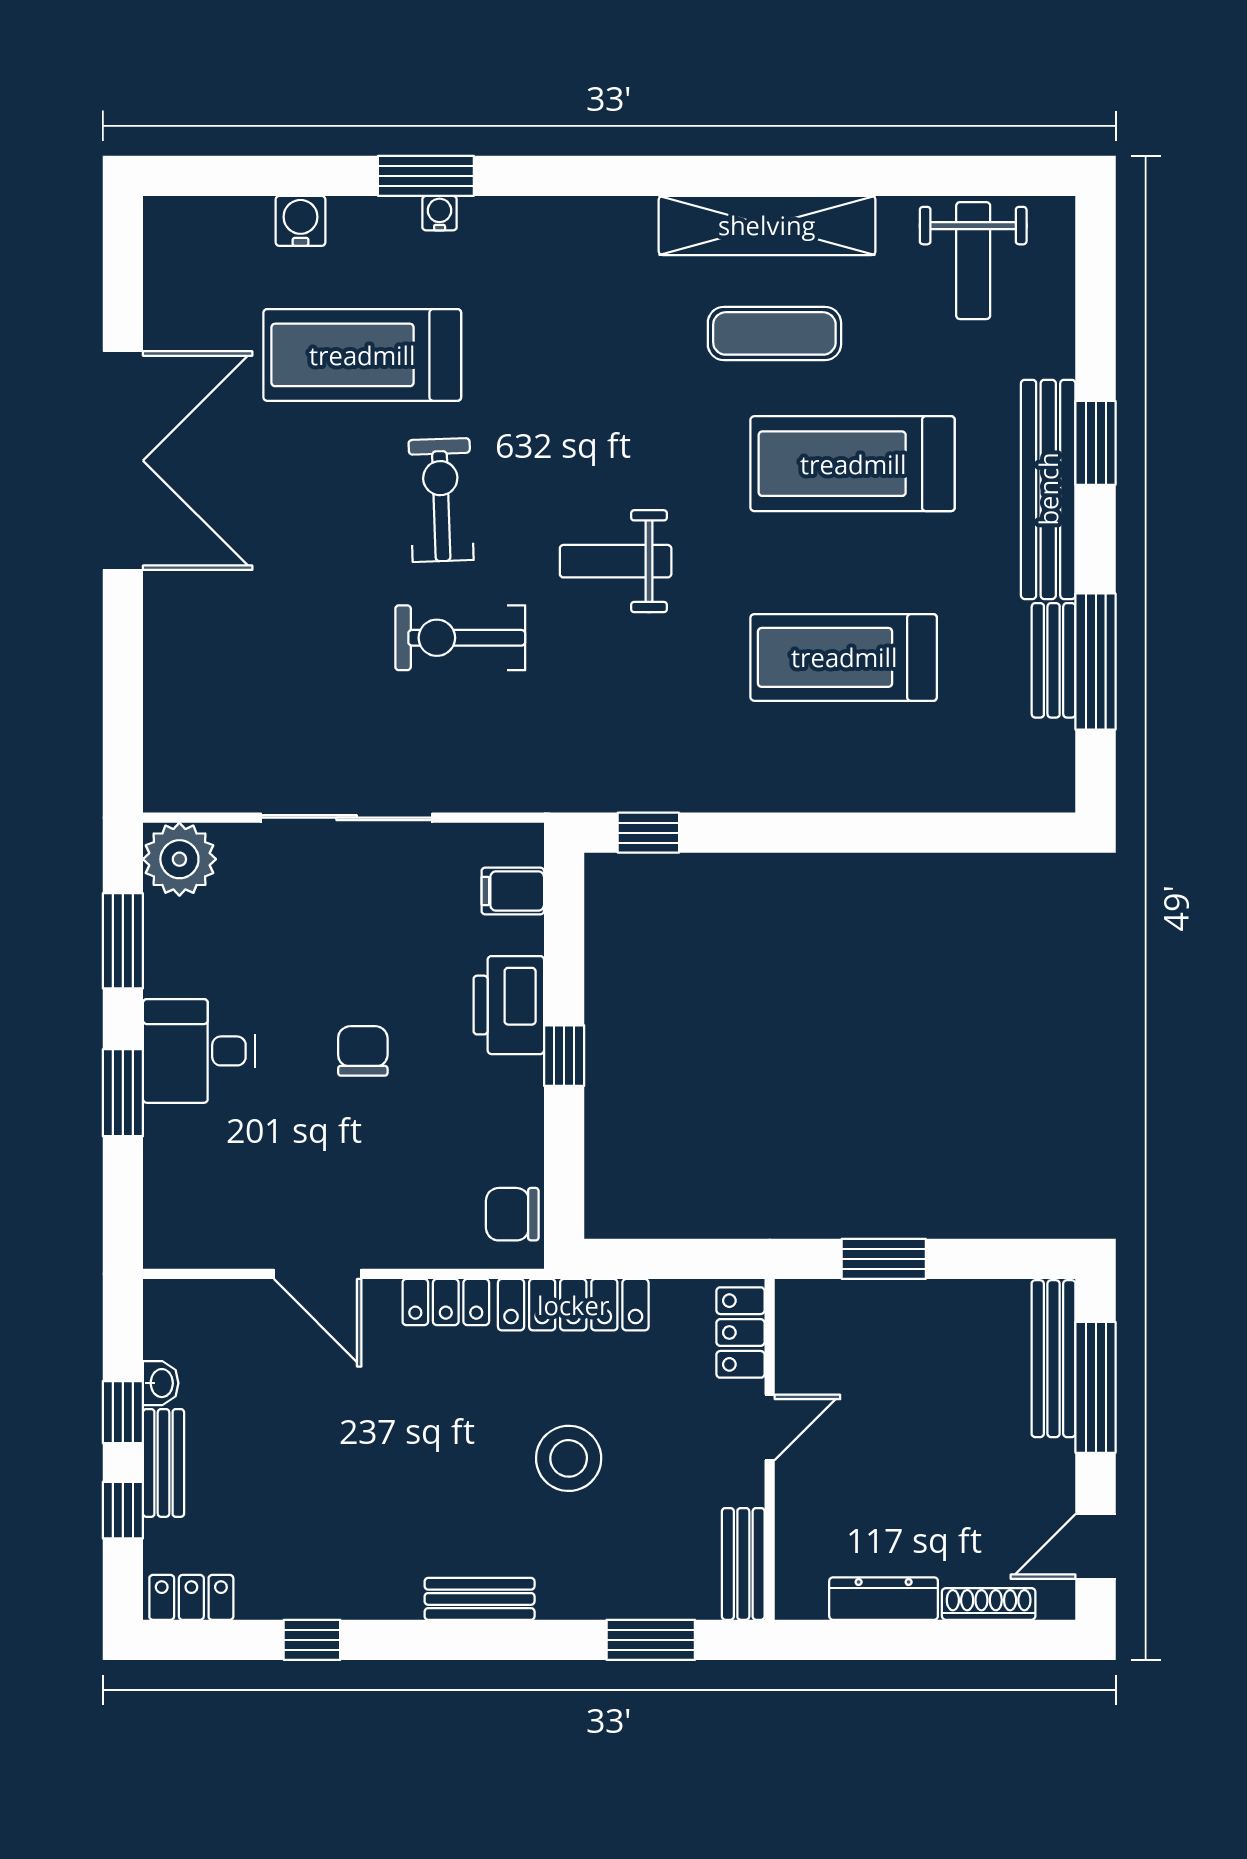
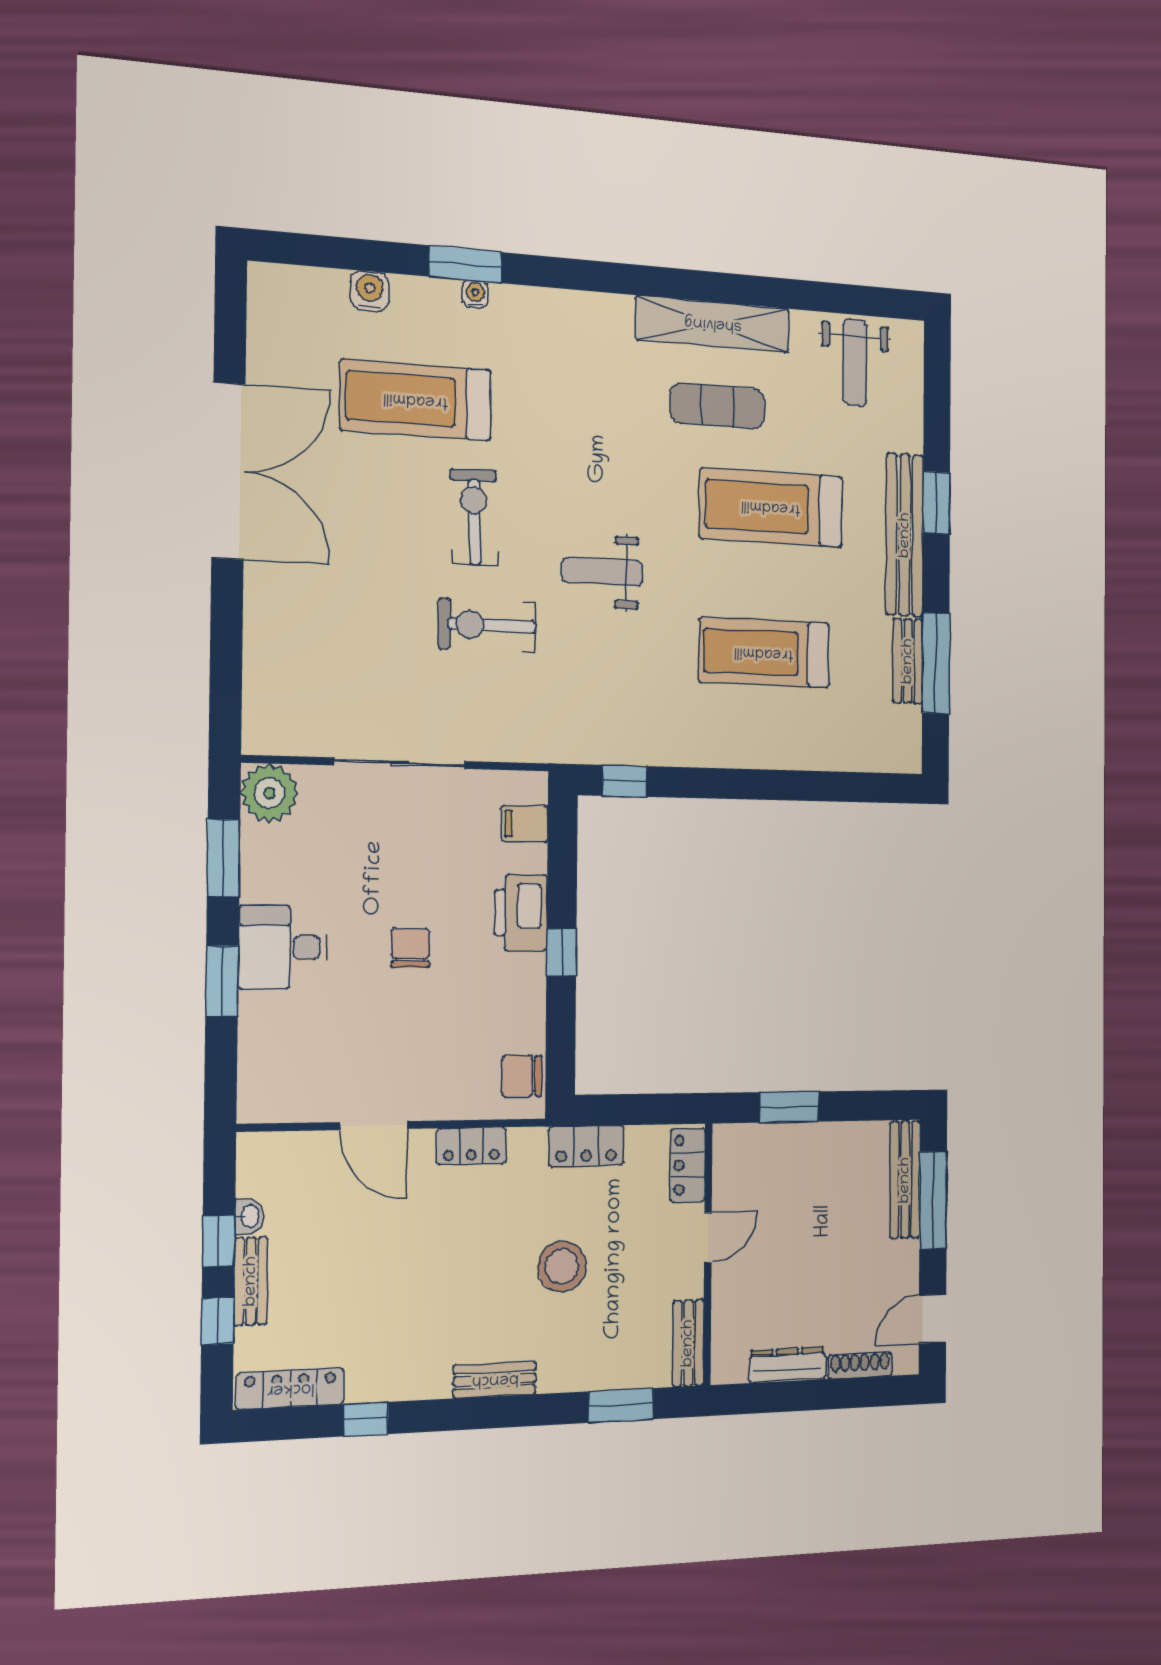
locker: (573, 1305) -> (586, 1146), width x0.66
locker: (191, 1597) -> (290, 1389), width x1.53

